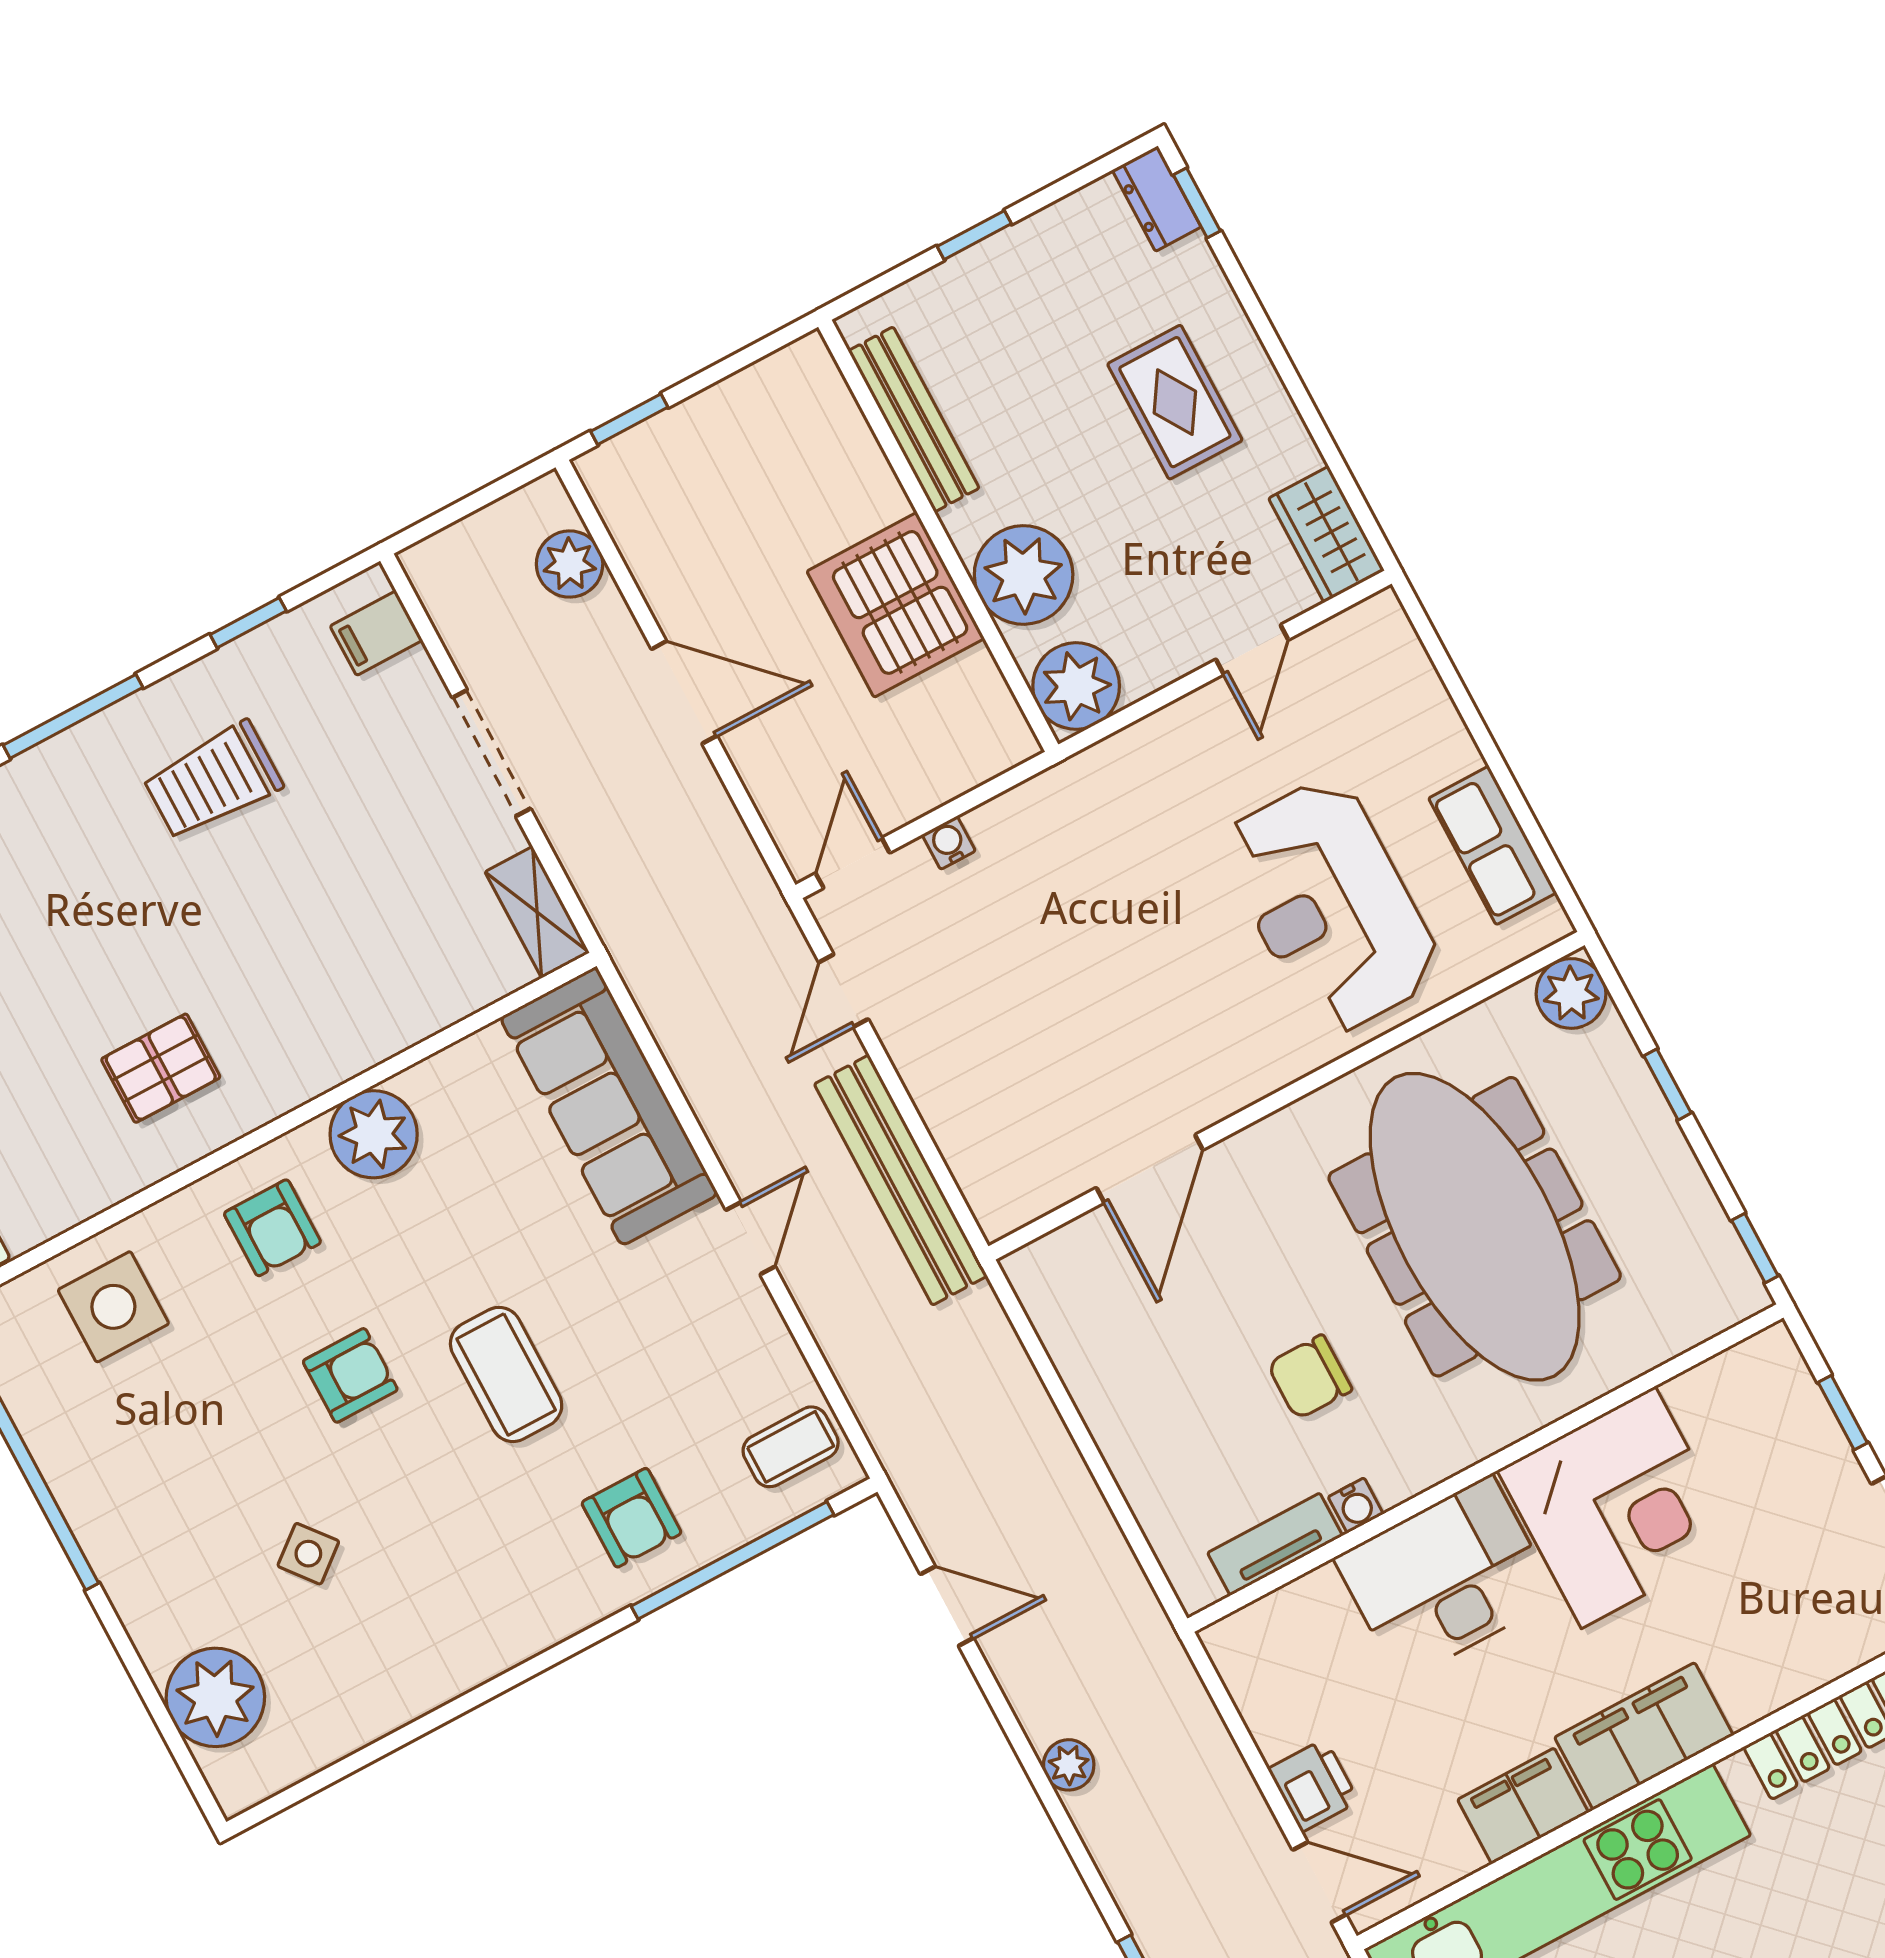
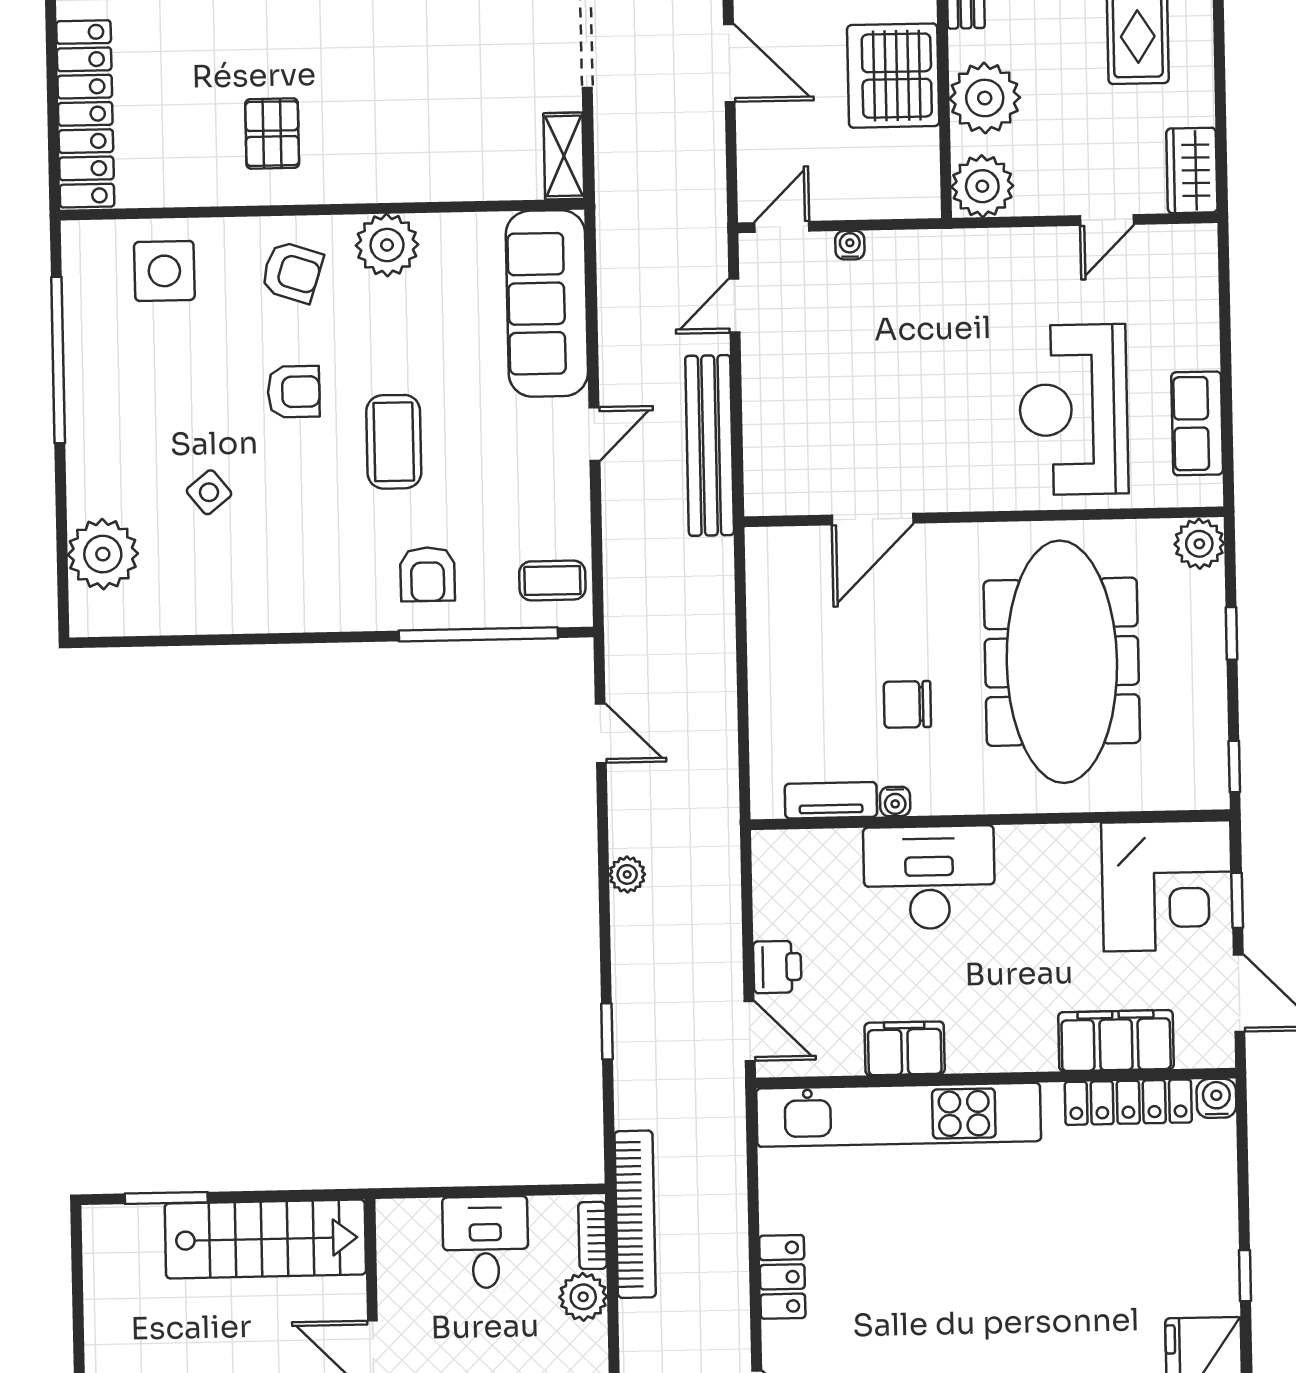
pallet: (161, 1068) -> (272, 134), turned 90
armchair: (272, 1228) -> (292, 272), turned -72
corner desk: (1618, 1507) -> (1167, 886), moved
filing cabinet: (1644, 1736) -> (1116, 1041), moved

